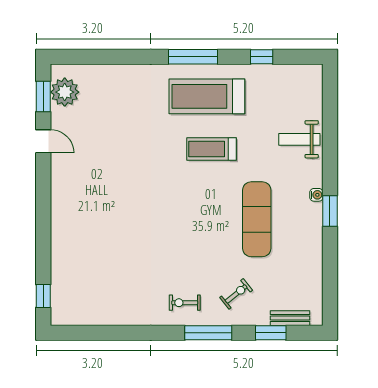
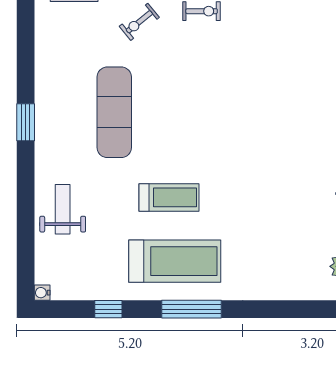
weight bench: (299, 139) -> (63, 209), turned -90
water cooler: (316, 195) -> (42, 293), moved

